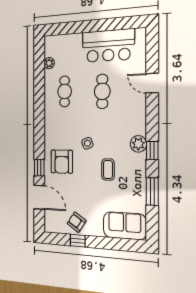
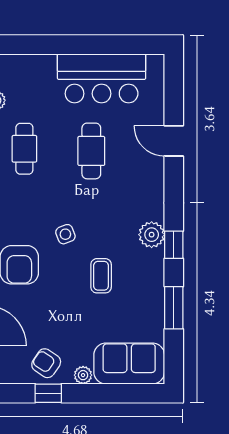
plant: (97, 231) -> (83, 375), added

